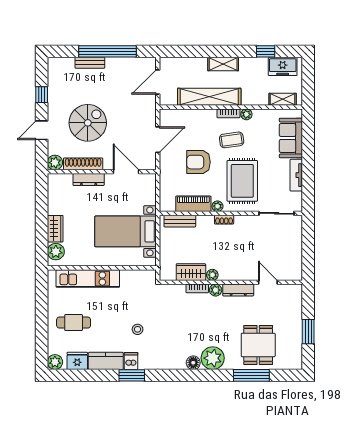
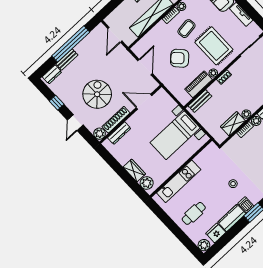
dresser: (62, 64) -> (52, 74), added
armchair: (199, 162) -> (180, 58), turned 46
dresser: (89, 180) -> (119, 133), moved

